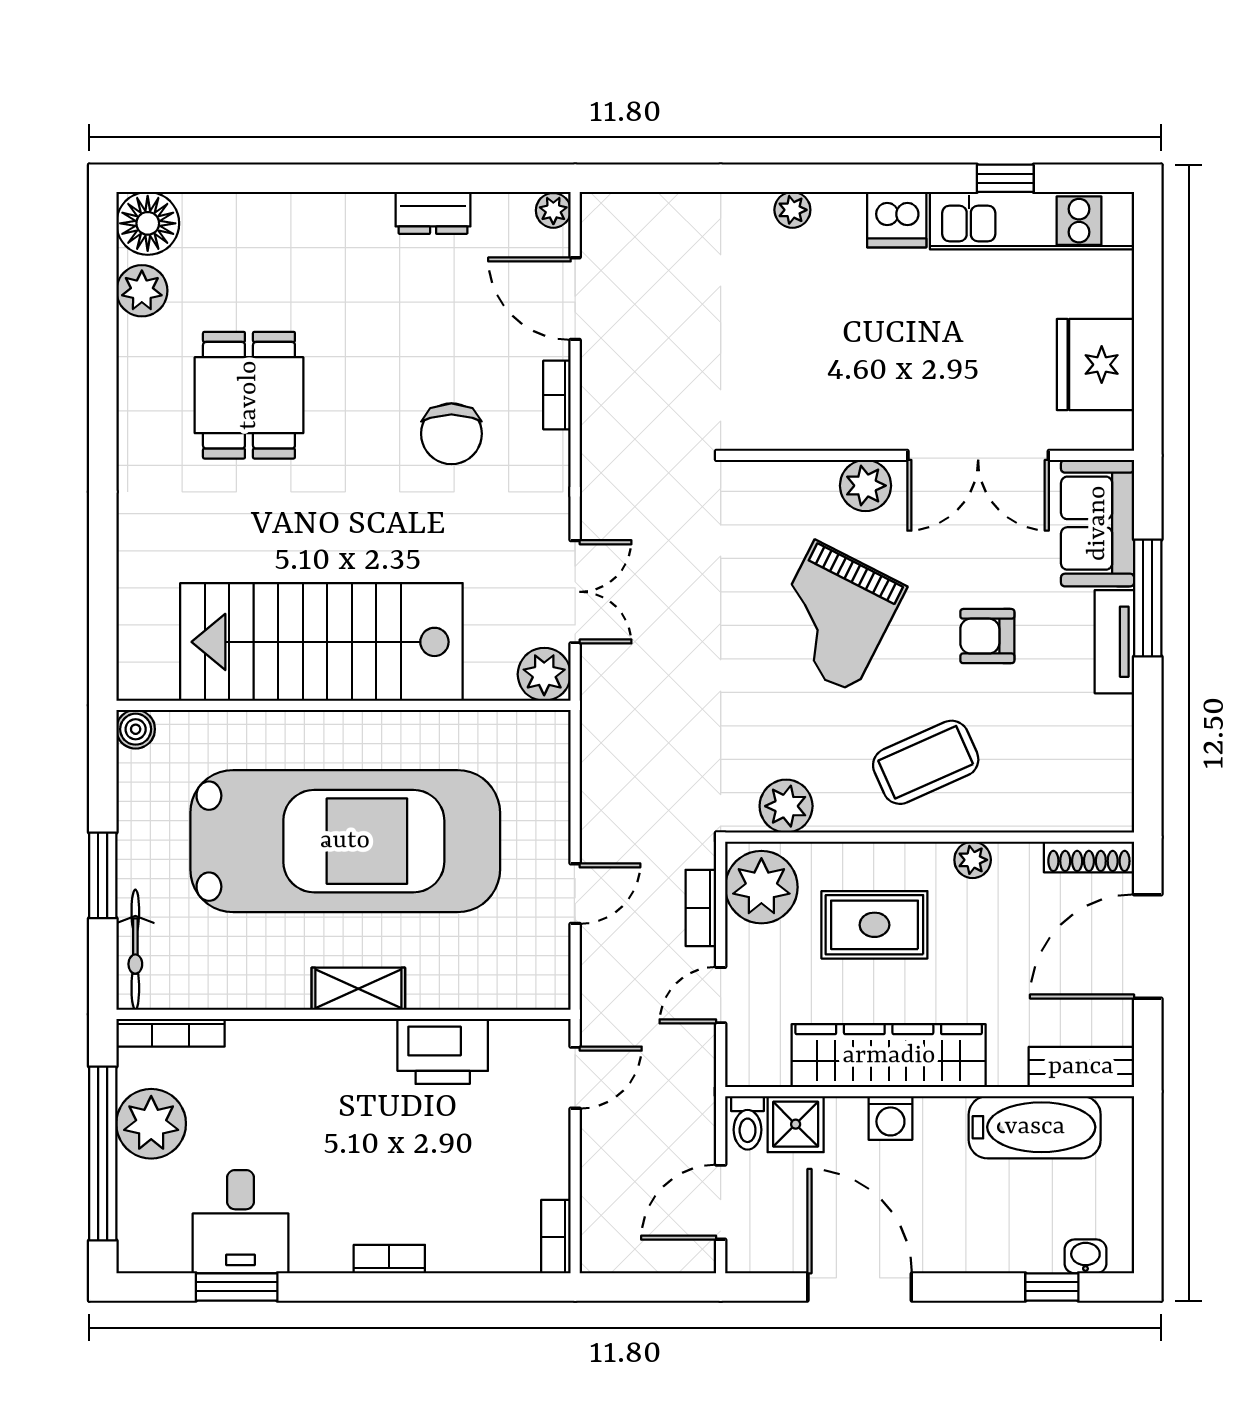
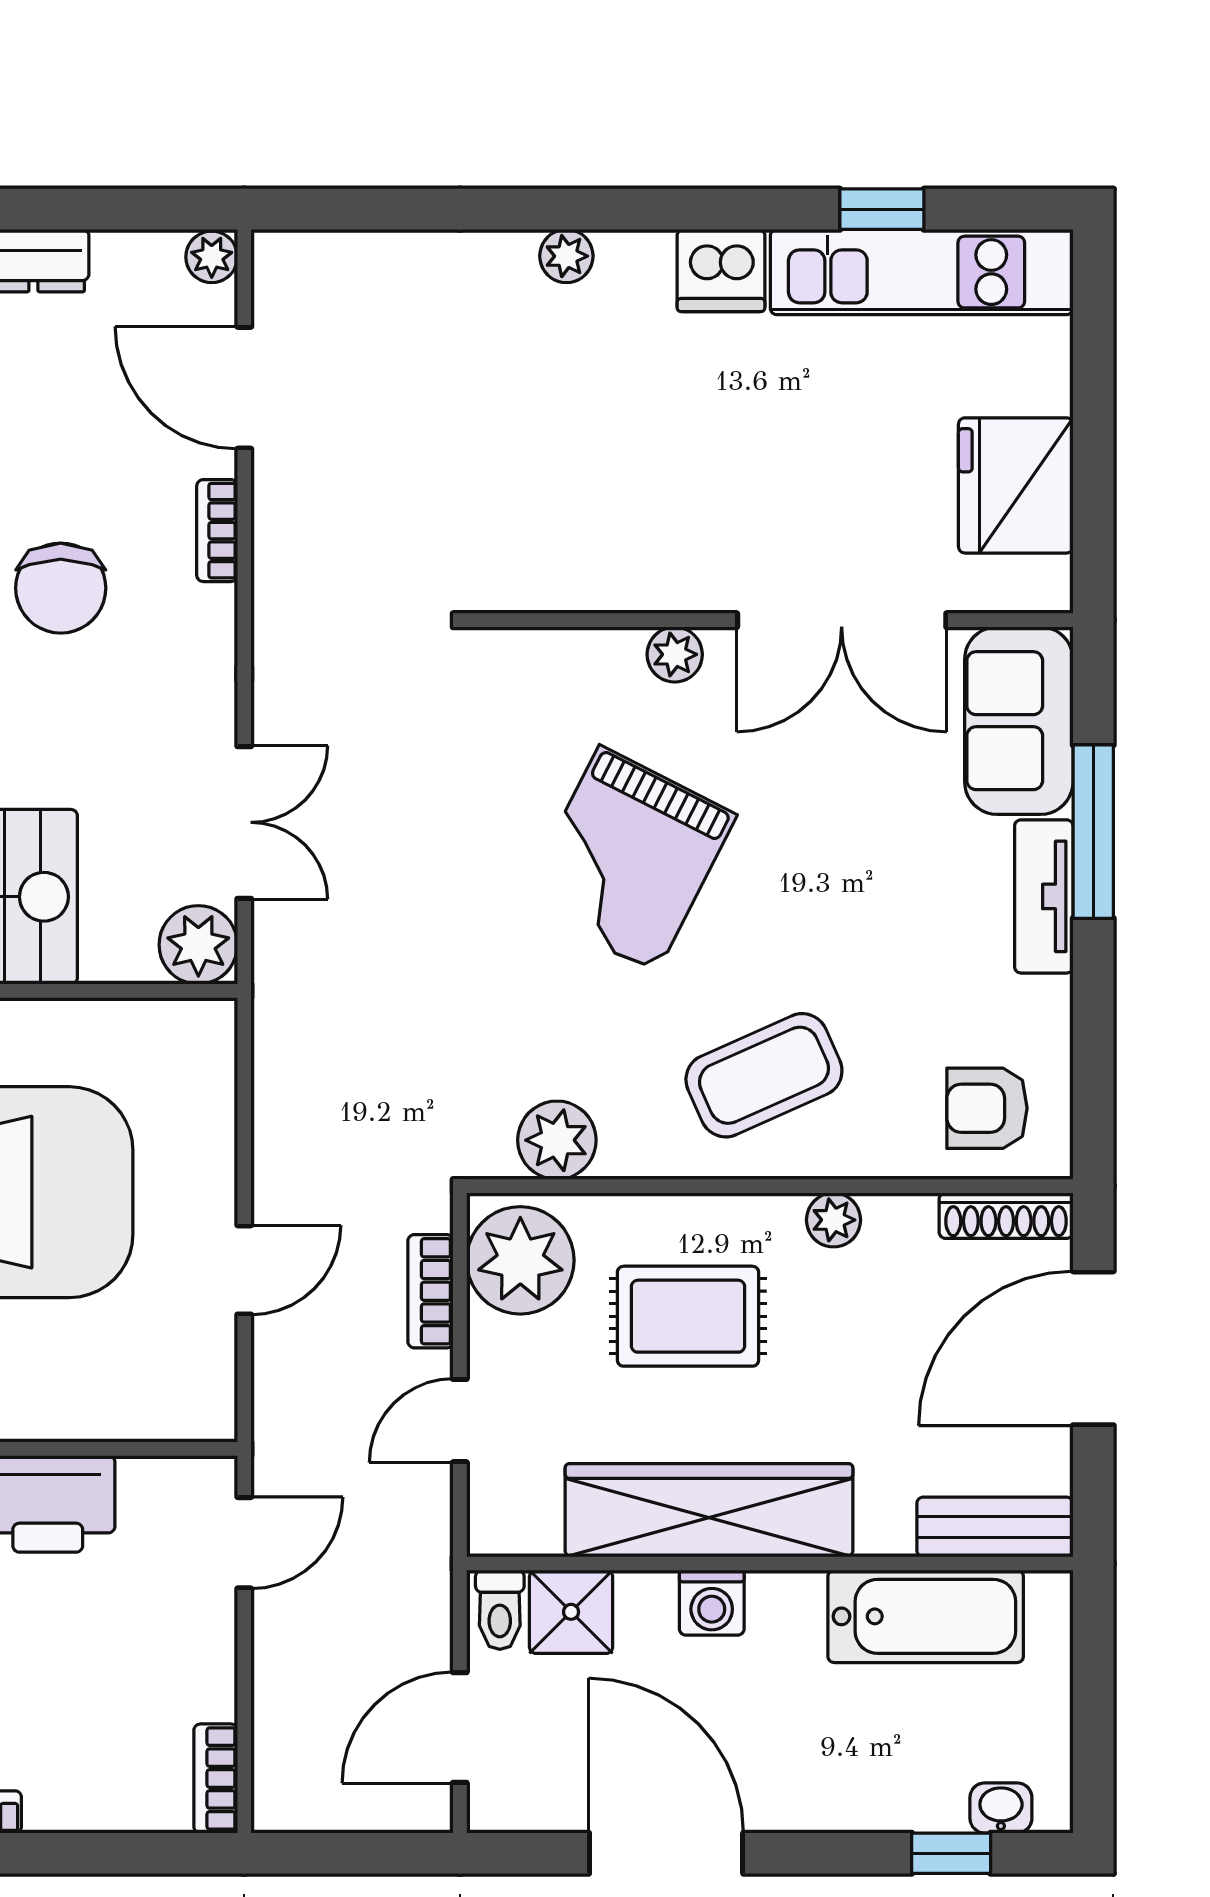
plant: (866, 486) -> (675, 654), width x0.73, depth x0.73
armchair: (987, 636) -> (987, 1108), moved

